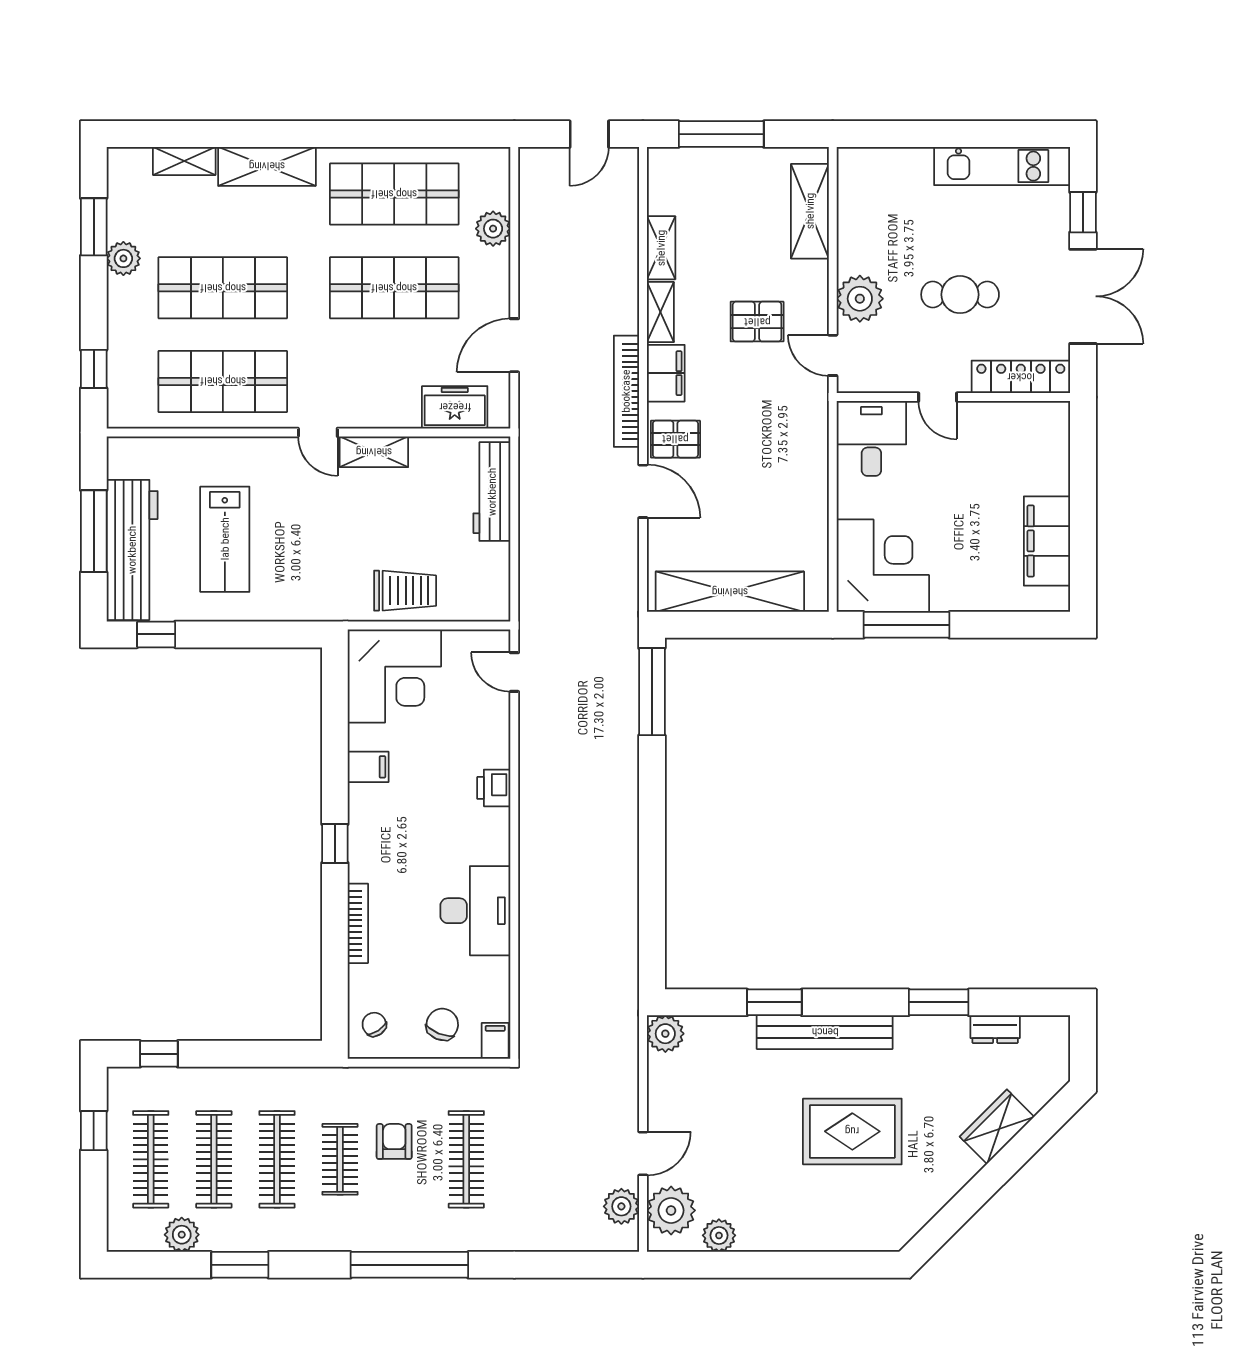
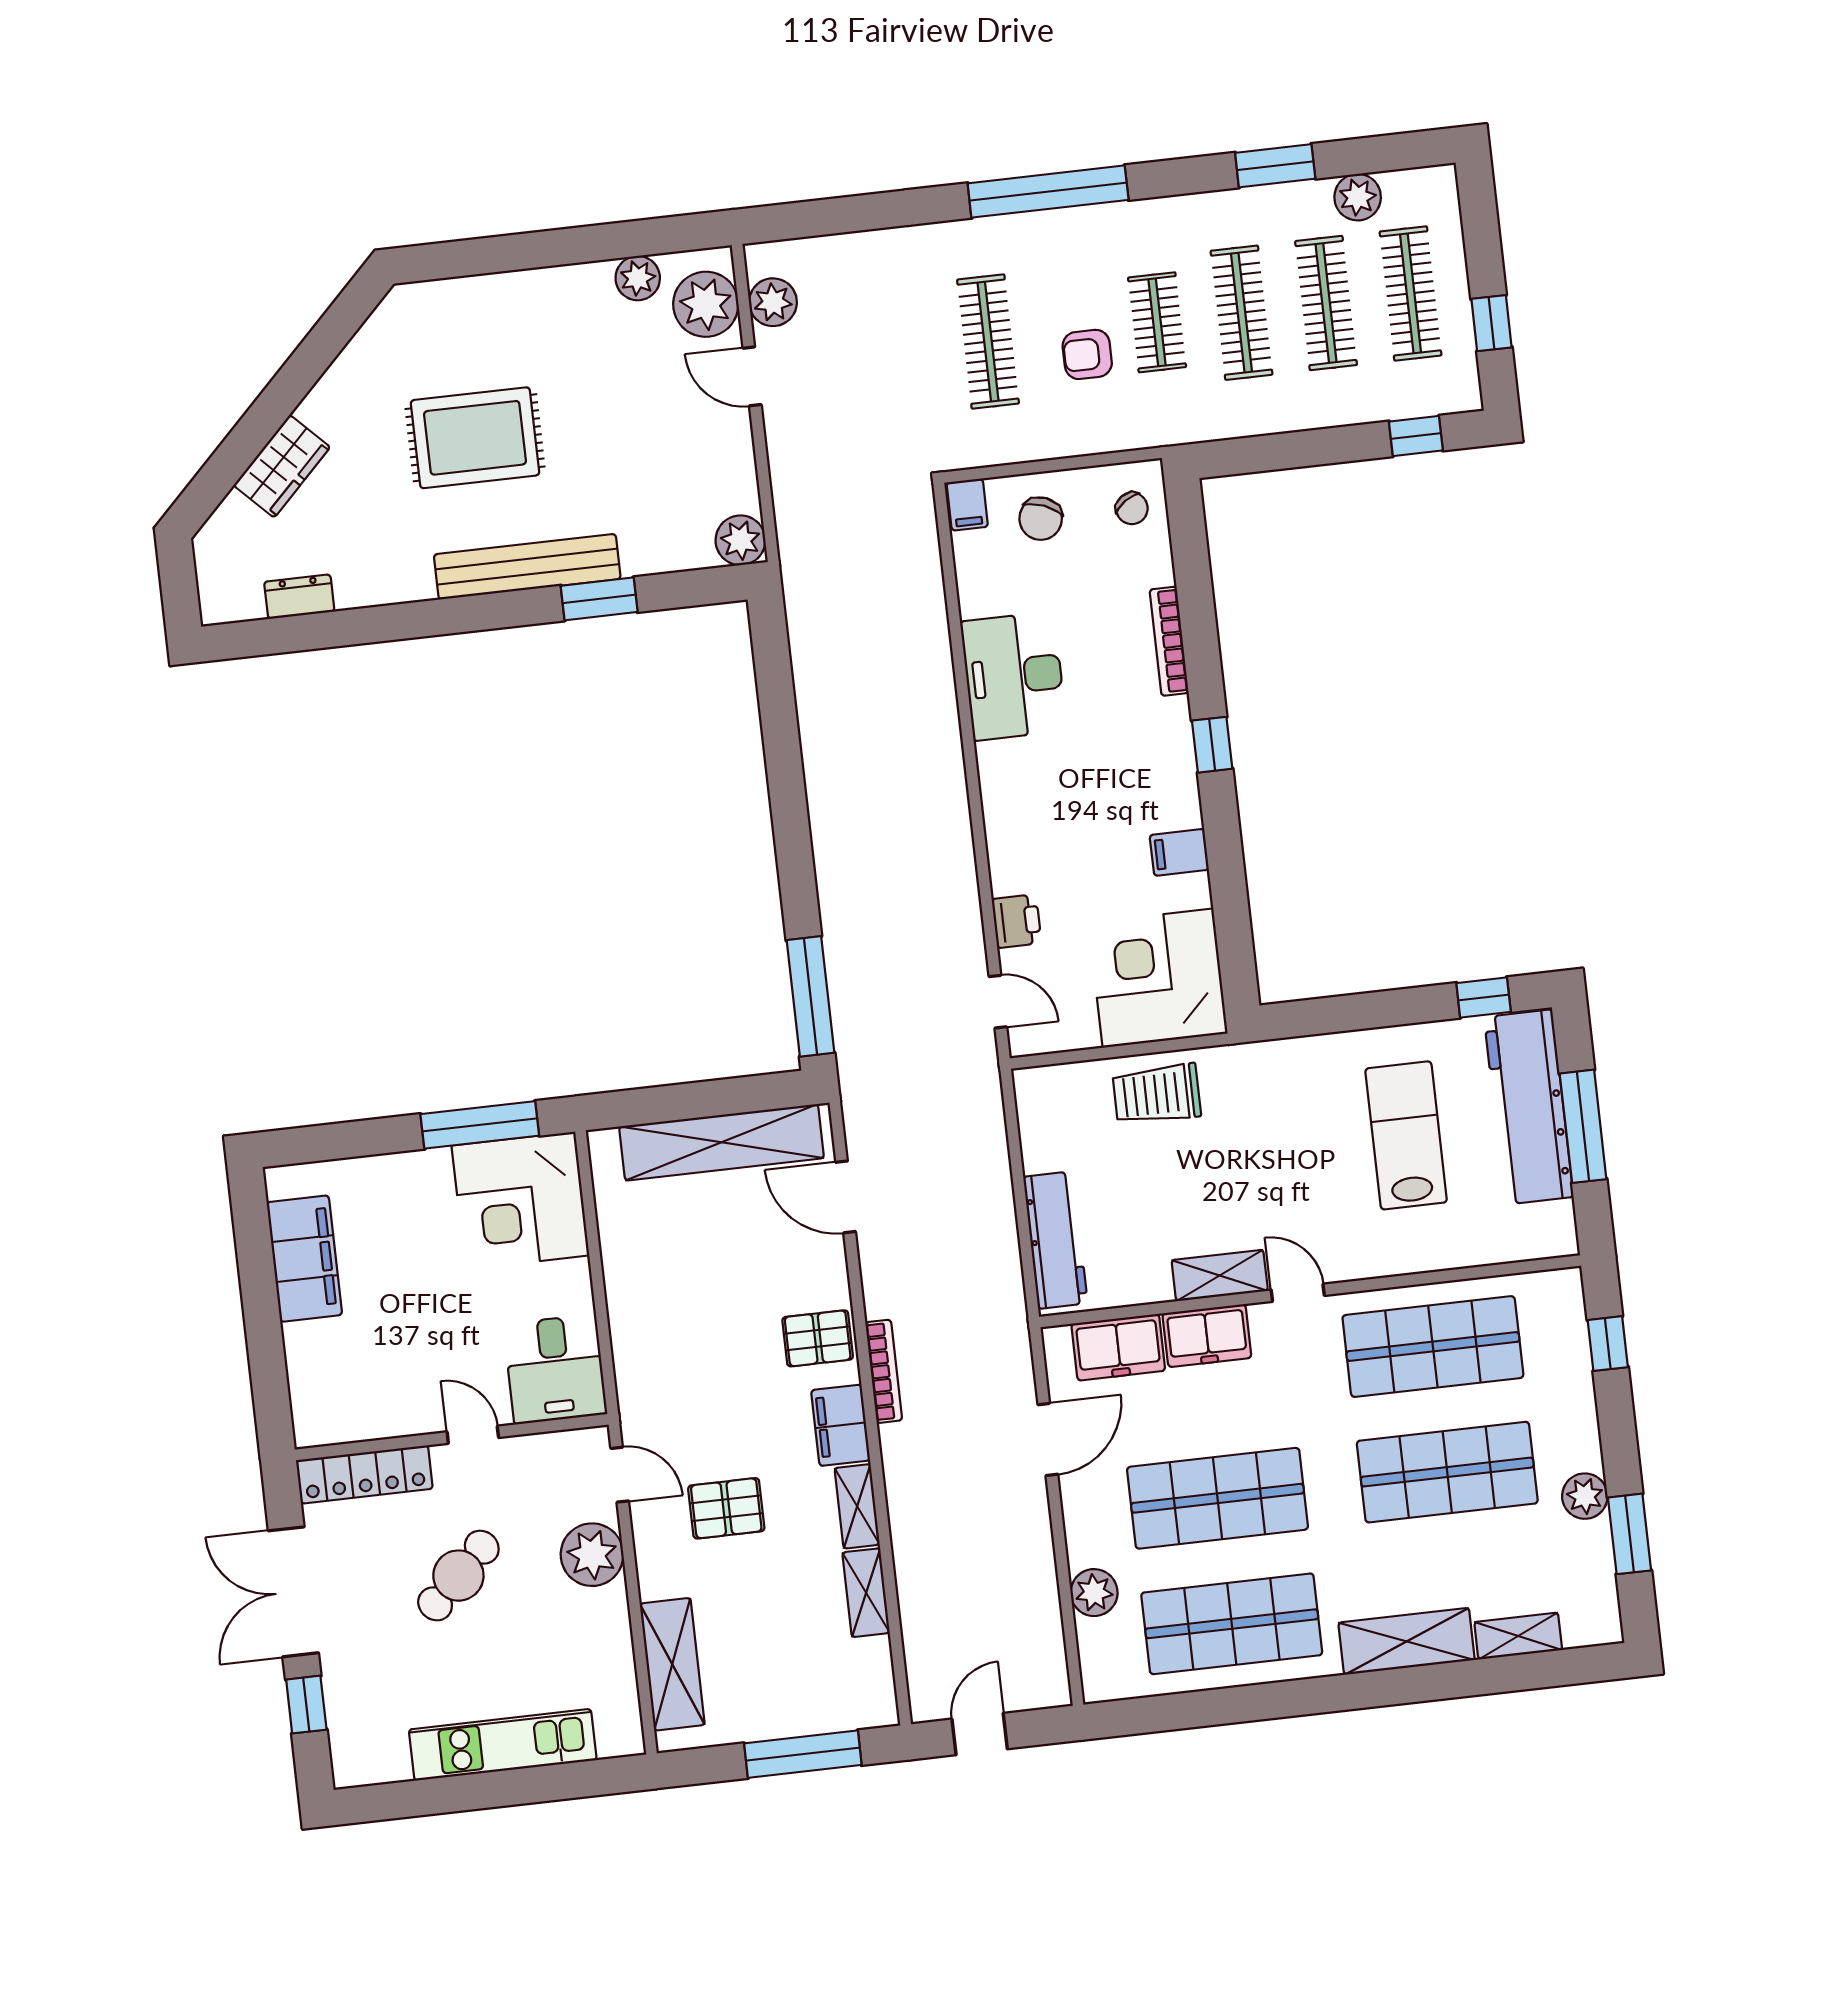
kitchen unit: (1002, 166) -> (503, 1745), moved
cafe table: (960, 295) -> (458, 1576), turned -44
bookcase: (626, 391) -> (884, 1371), width x0.68, depth x0.76
freezer: (388, 408) -> (1207, 1336), added
door: (643, 491) -> (846, 1197), moved
printer: (494, 788) -> (1017, 921), moved
window: (939, 1002) -> (379, 624), removed
armchair: (394, 1141) -> (1087, 354), turned 90
door: (643, 1153) -> (752, 376), hinge flipped

